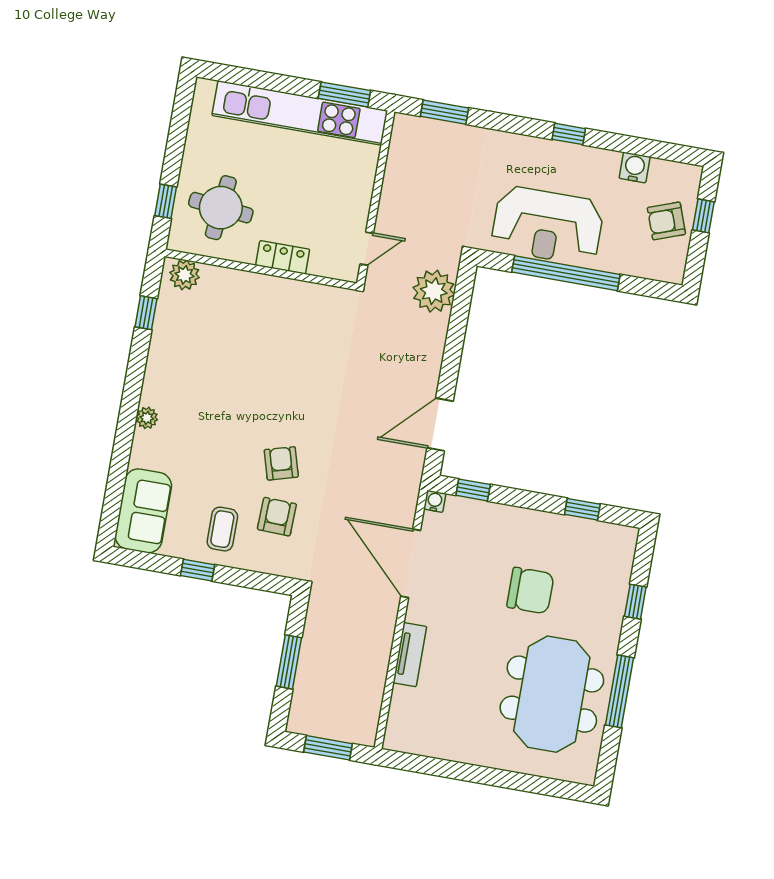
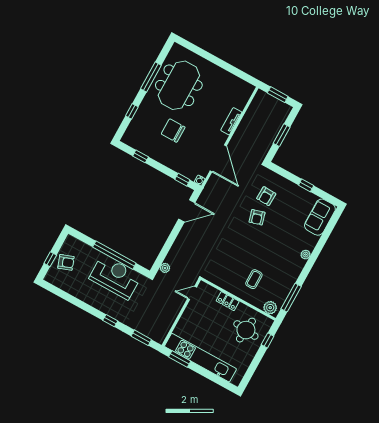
window: (569, 134) -> (110, 321), moved
water cooler: (635, 167) -> (71, 289), removed
plant: (434, 291) -> (165, 268), width x0.53, depth x0.53
window: (146, 313) -> (291, 298), width x2.17
coffee table: (222, 529) -> (254, 279), moved

